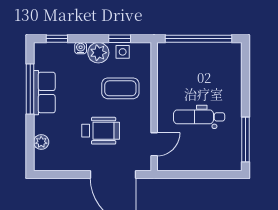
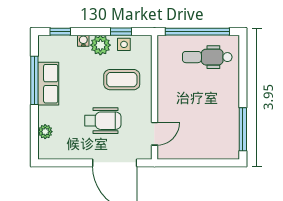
dental chair: (199, 117) -> (207, 57), moved

